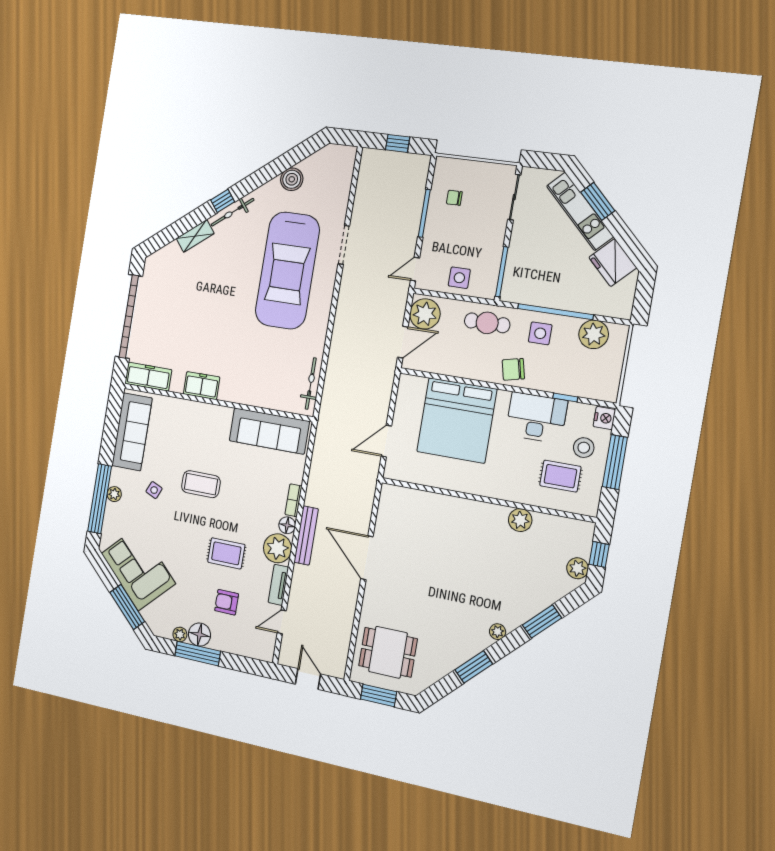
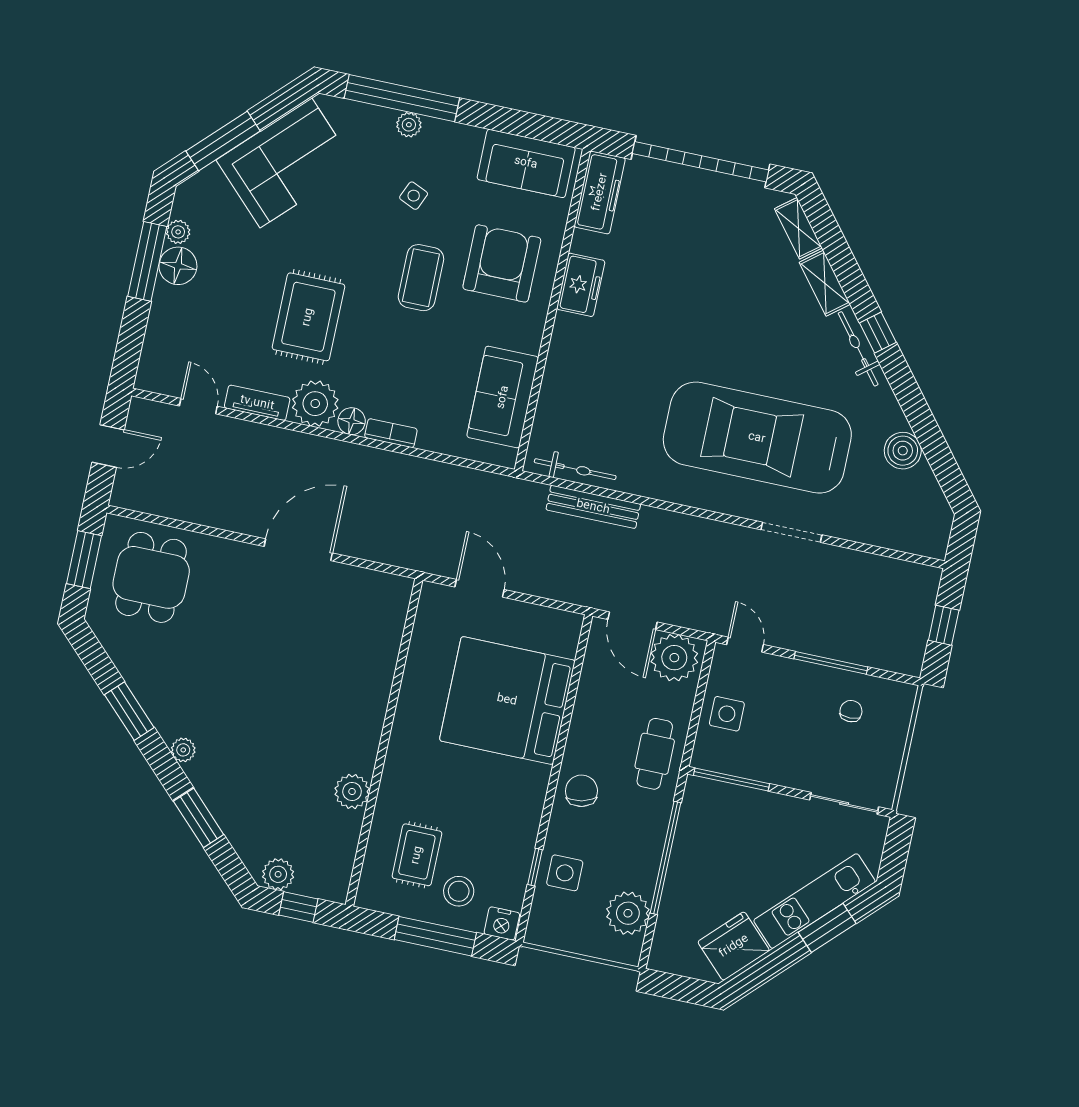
shelving: (164, 255) -> (798, 228), added
side table: (540, 333) -> (565, 873), moved
desk: (536, 418) -> (507, 823), removed
sofa: (269, 431) -> (503, 397), width x0.73
sofa: (132, 432) -> (526, 163), width x0.73
bench: (306, 536) -> (593, 507), moved
rug: (226, 553) -> (308, 317), width x1.36, depth x1.43
armchair: (227, 602) -> (502, 263), moved, width x1.88, depth x1.88

